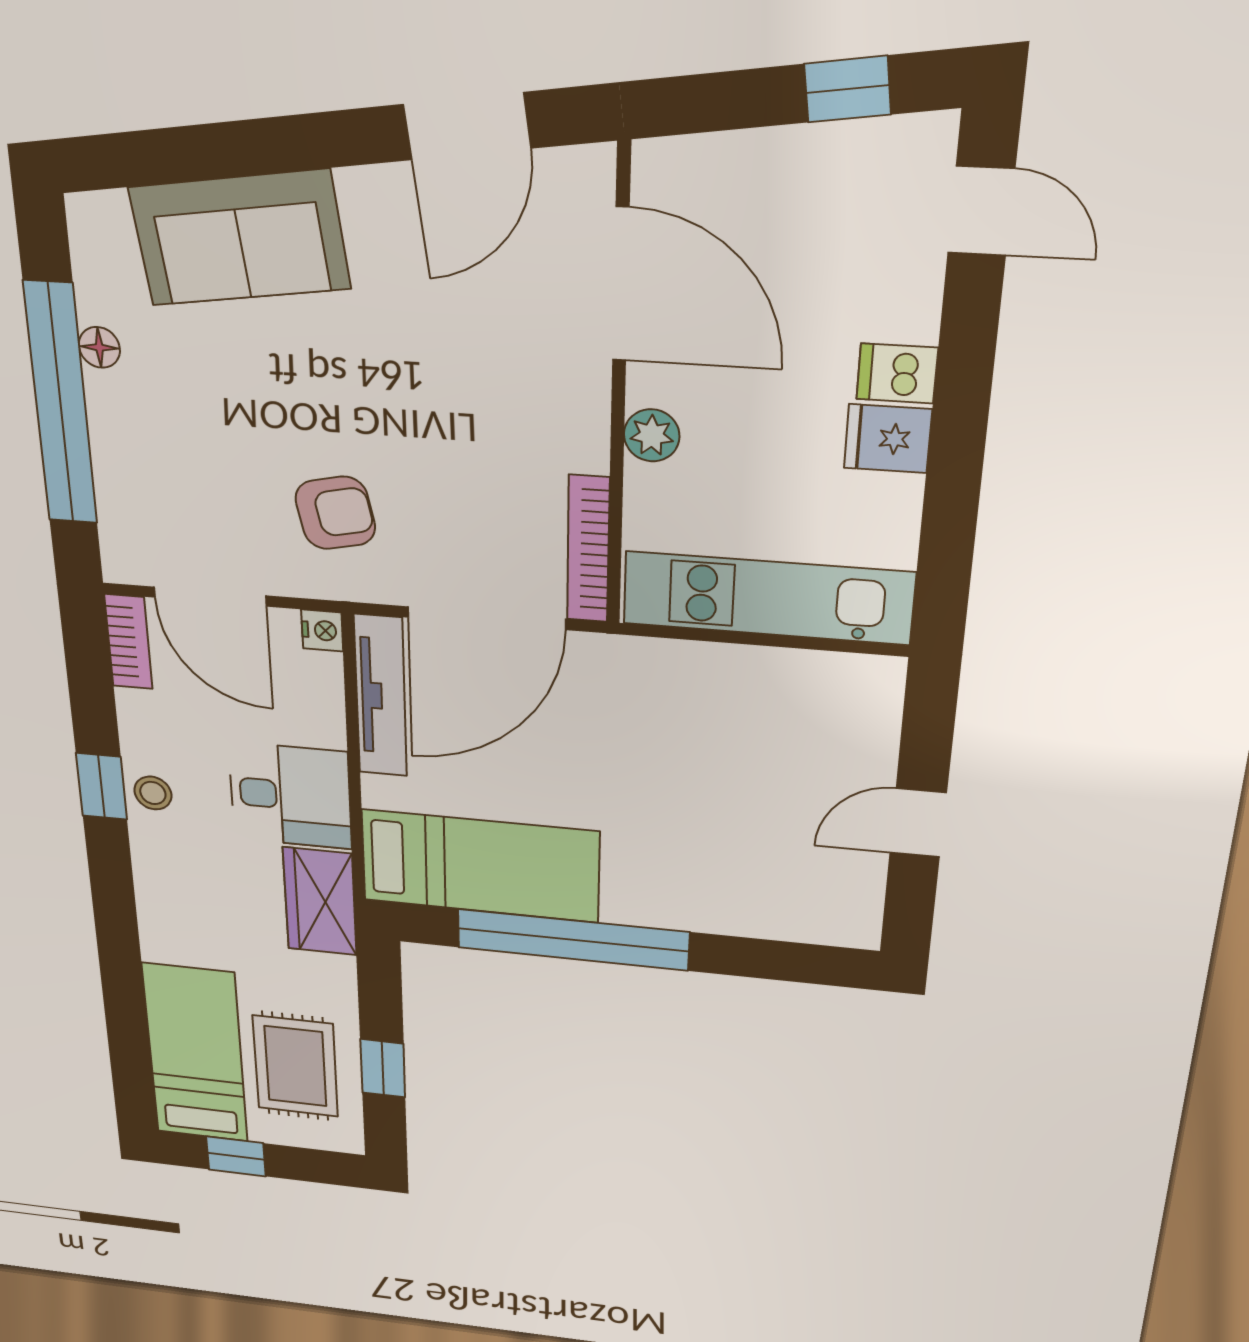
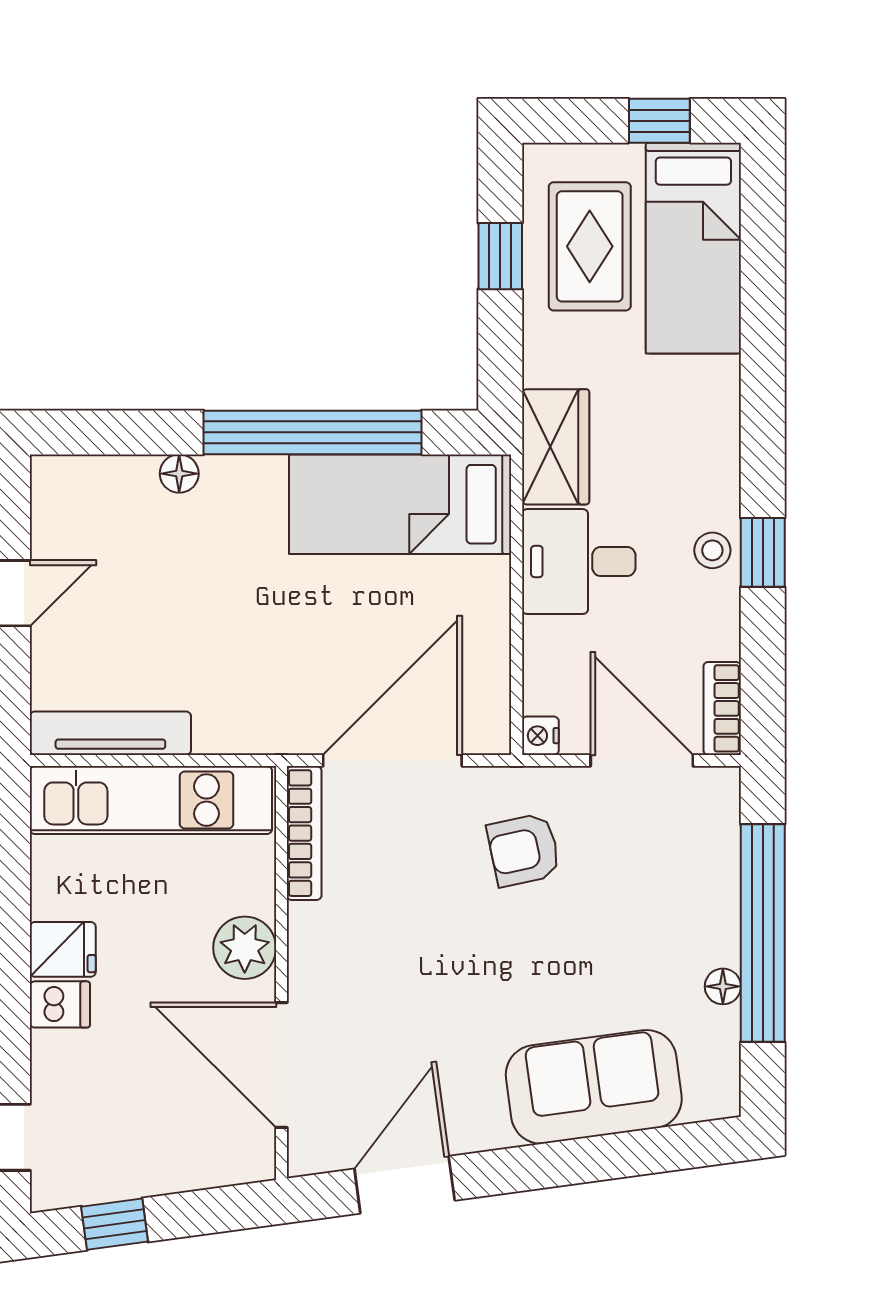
plant: (652, 435) -> (245, 948), width x1.38, depth x1.38
tv unit: (381, 696) -> (110, 733), moved, turned 90
floor lamp: (717, 917) -> (179, 474), added

